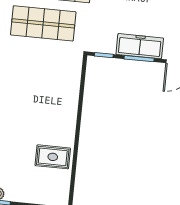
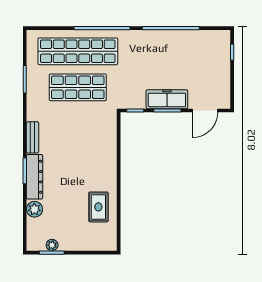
rug: (53, 157) -> (98, 207), turned 90

